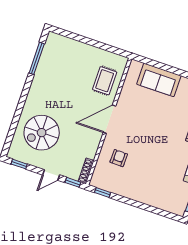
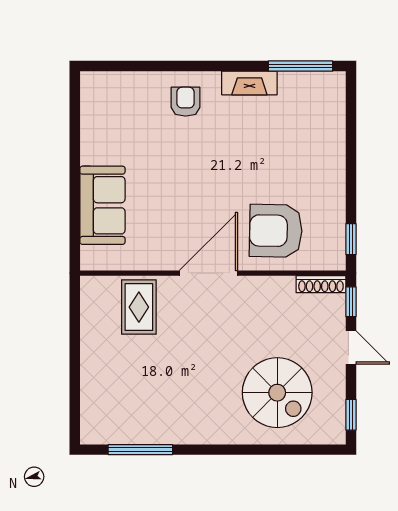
rug: (105, 81) -> (139, 307), turned 90
door: (109, 119) -> (208, 273), swing flipped
armchair: (119, 158) -> (276, 231), width x1.88, depth x1.88

